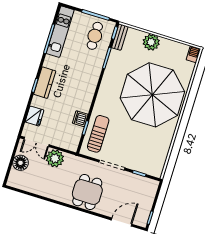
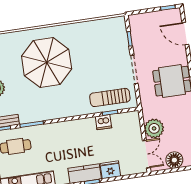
parasol: (152, 95) -> (47, 62), width x0.73, depth x0.73
fridge: (35, 116) -> (110, 170), moved

